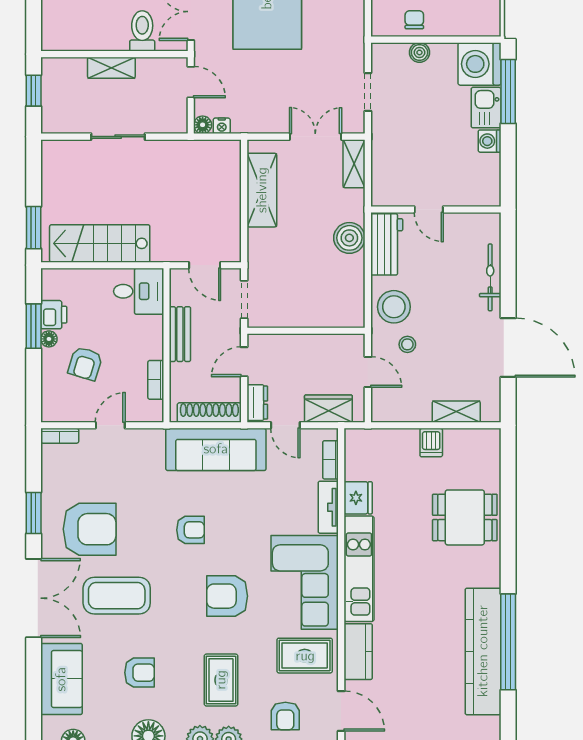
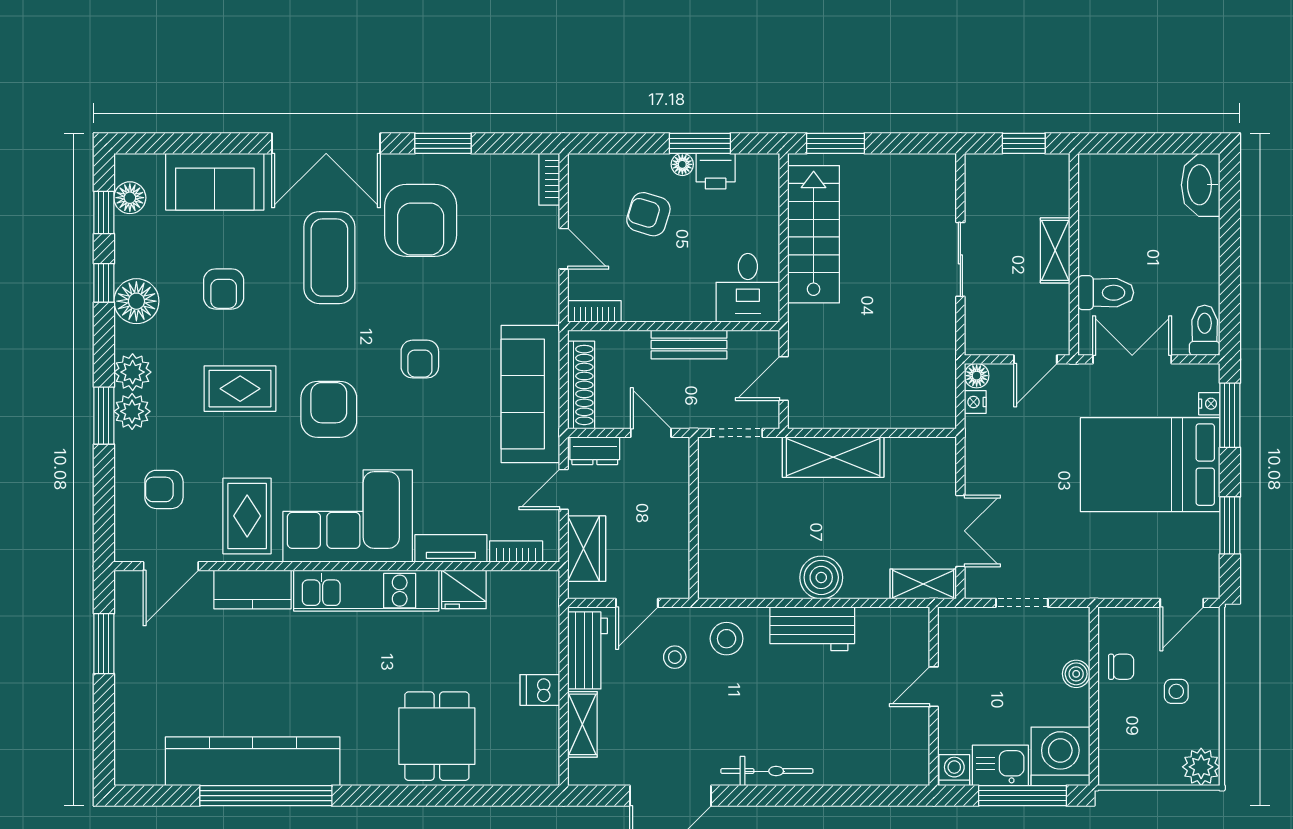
shelving: (262, 190) -> (833, 457), moved
door: (429, 209) -> (934, 687), moved
wall: (436, 209) -> (934, 696), moved
stool: (394, 307) -> (727, 639), width x0.73, depth x0.73
bookcase: (156, 380) -> (594, 311), moved
workbench: (402, 408) -> (587, 650), added
rug: (221, 680) -> (240, 389), moved

